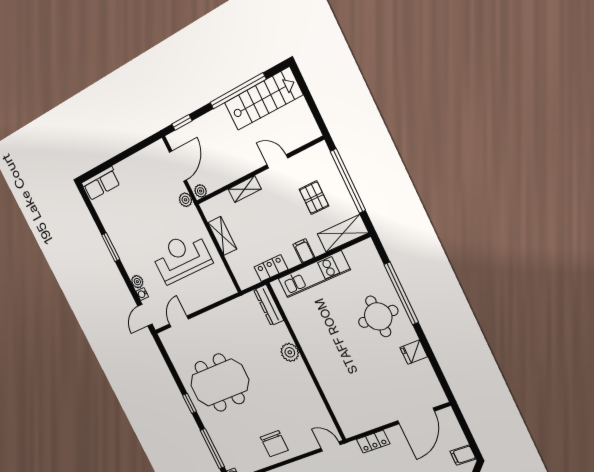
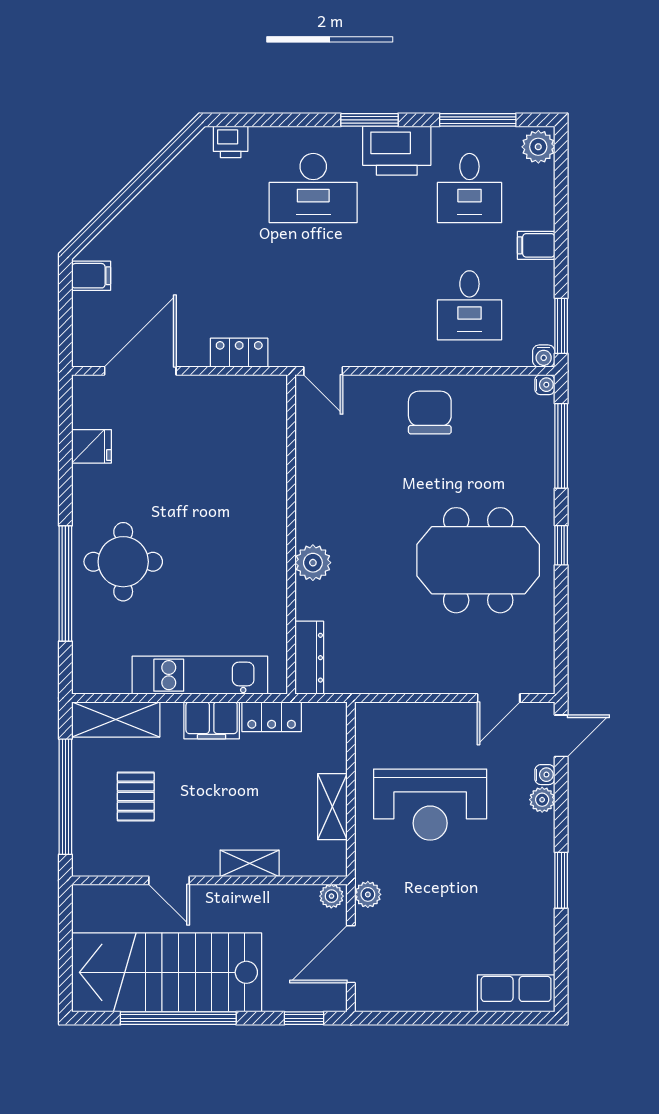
stairs: (263, 99) -> (167, 972), width x1.36, depth x1.51
filing cabinet: (304, 251) -> (212, 720), width x2.00
fridge: (414, 352) -> (92, 446), moved

